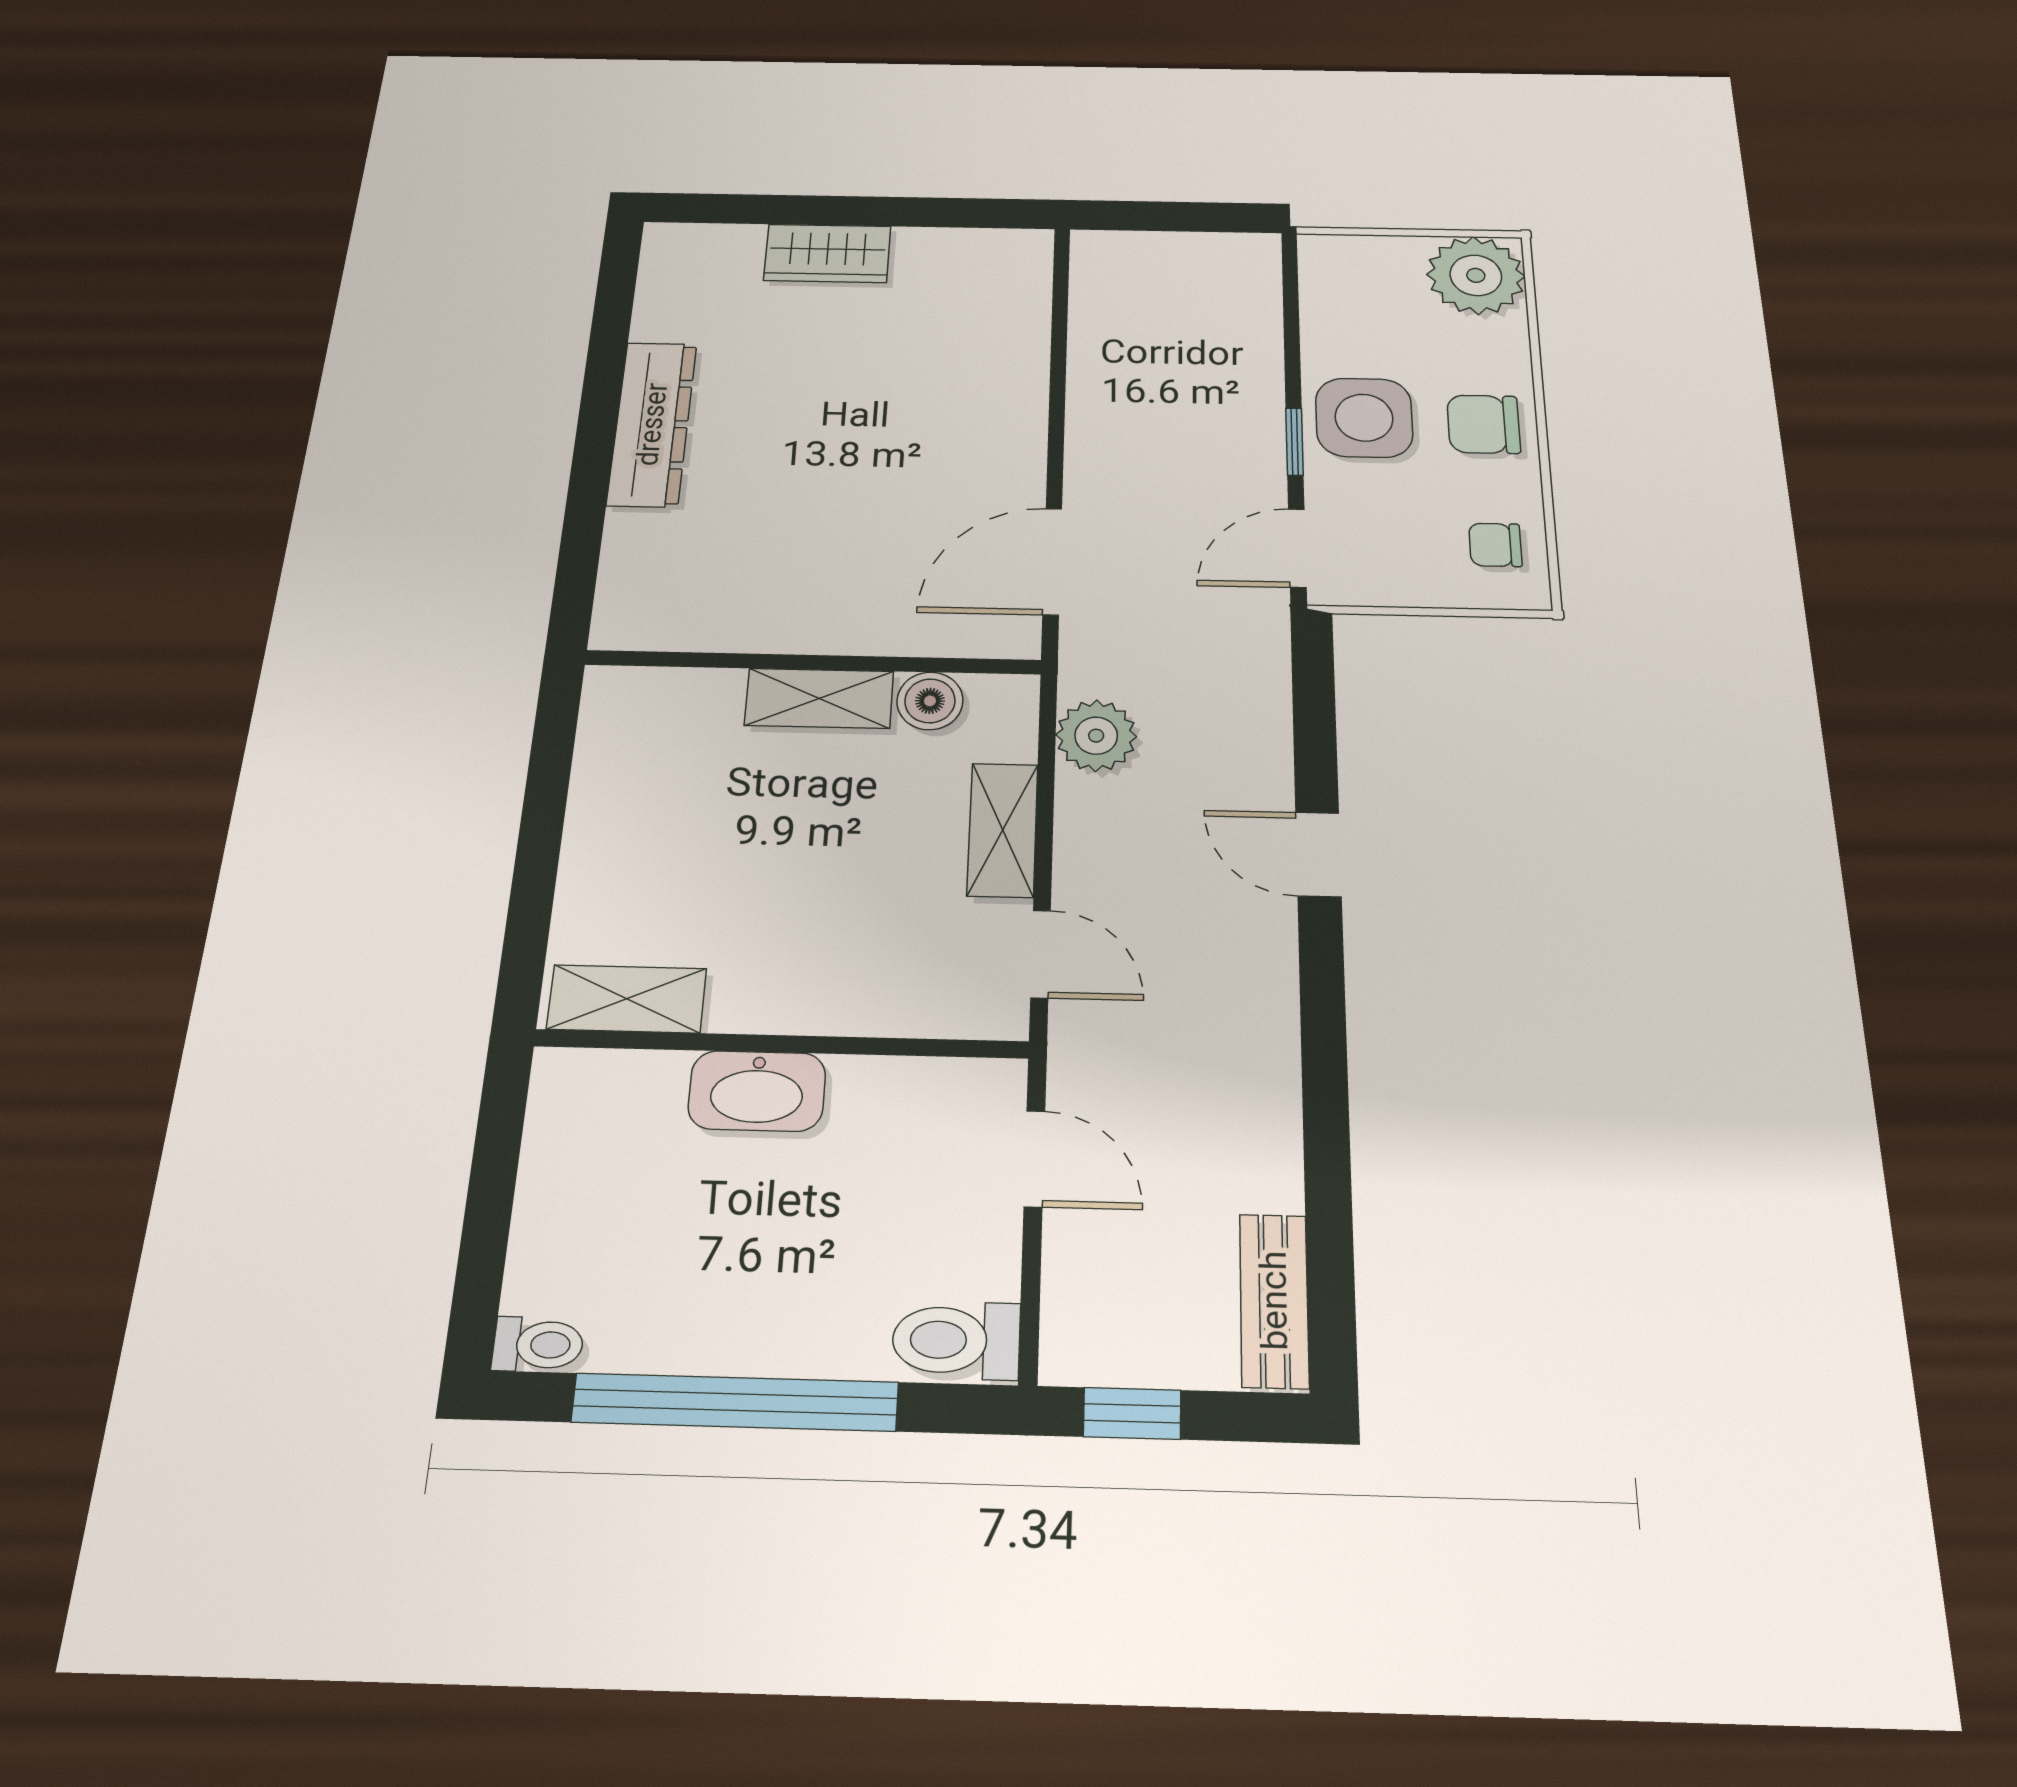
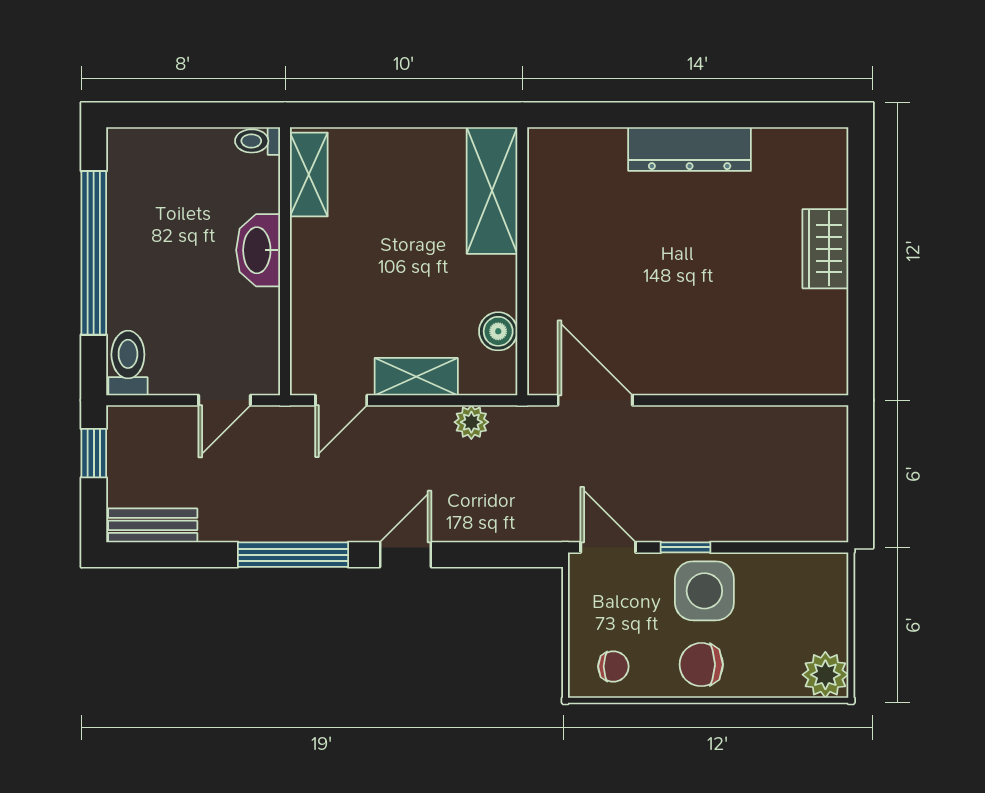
plant: (1476, 275) -> (825, 675), width x0.73, depth x0.73
chair: (1484, 424) -> (701, 665), turned -90
chair: (1495, 545) -> (613, 666), turned 90
shelving: (819, 698) -> (492, 190), moved, width x1.50, depth x1.33
plant: (1096, 736) -> (471, 422), width x0.73, depth x0.73
window: (1324, 1044) -> (293, 555), added
toilet: (538, 1345) -> (258, 141), moved, turned 90

